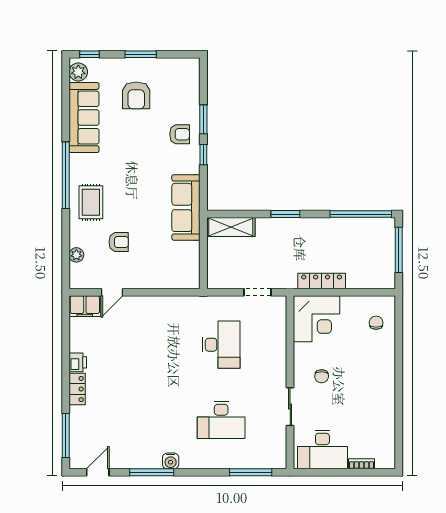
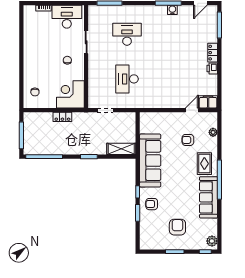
sofa: (84, 118) -> (208, 197), moved
sofa: (186, 207) -> (150, 161), width x1.36, depth x1.27
locker: (322, 281) -> (62, 117), width x0.66
water cooler: (171, 461) -> (172, 10), moved

